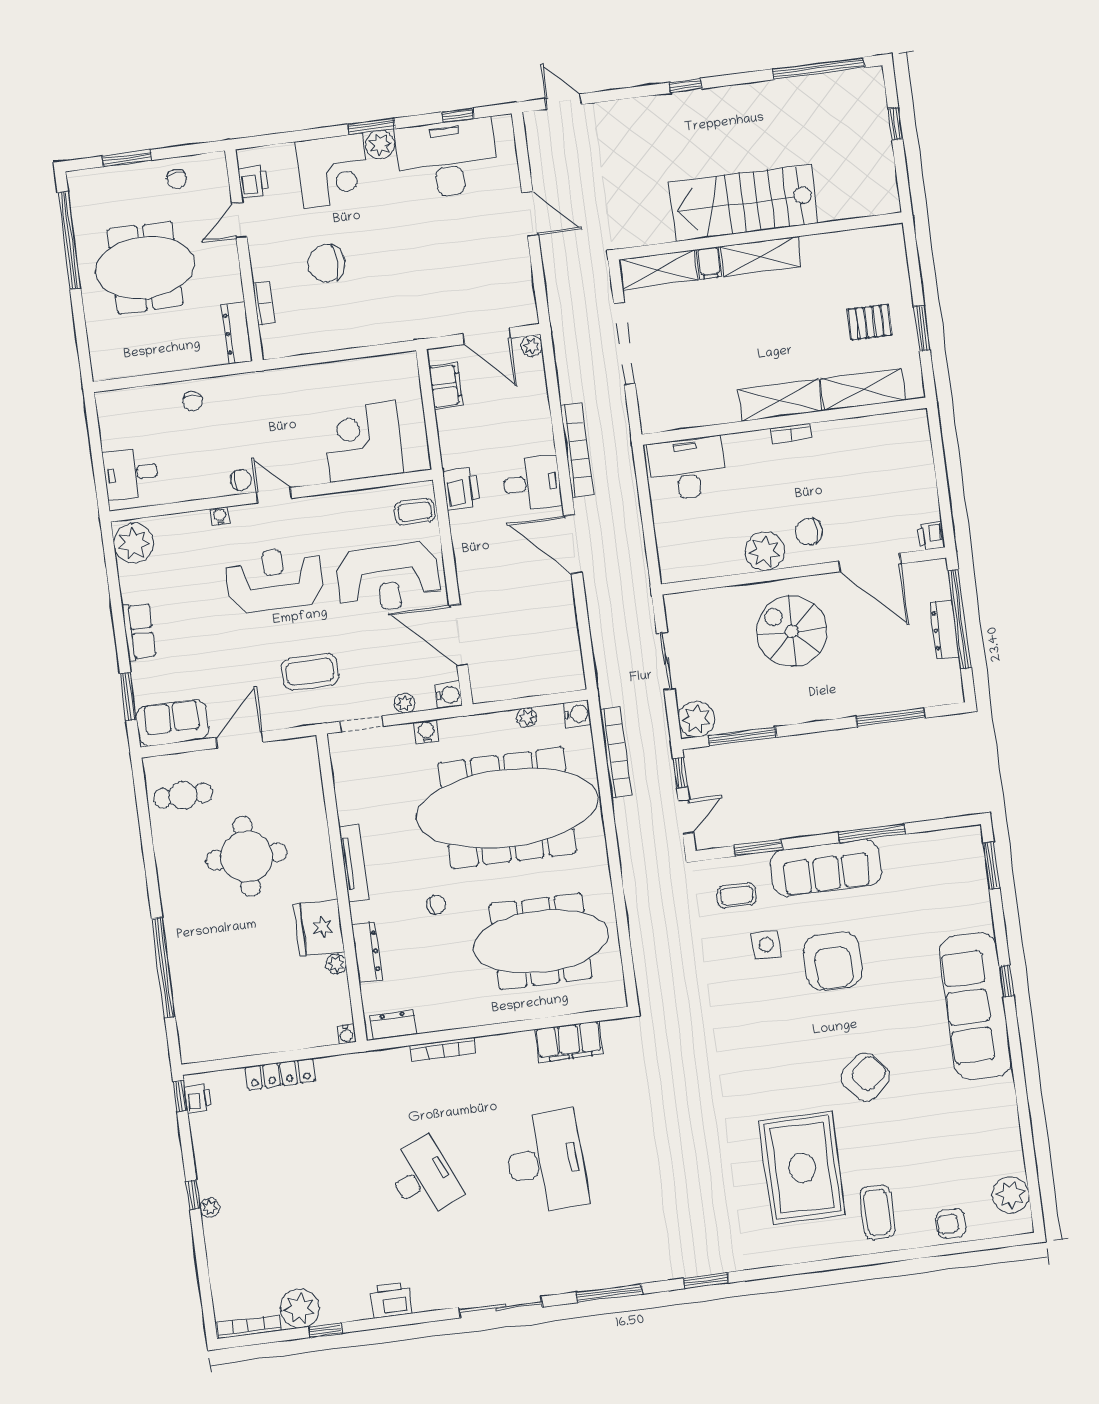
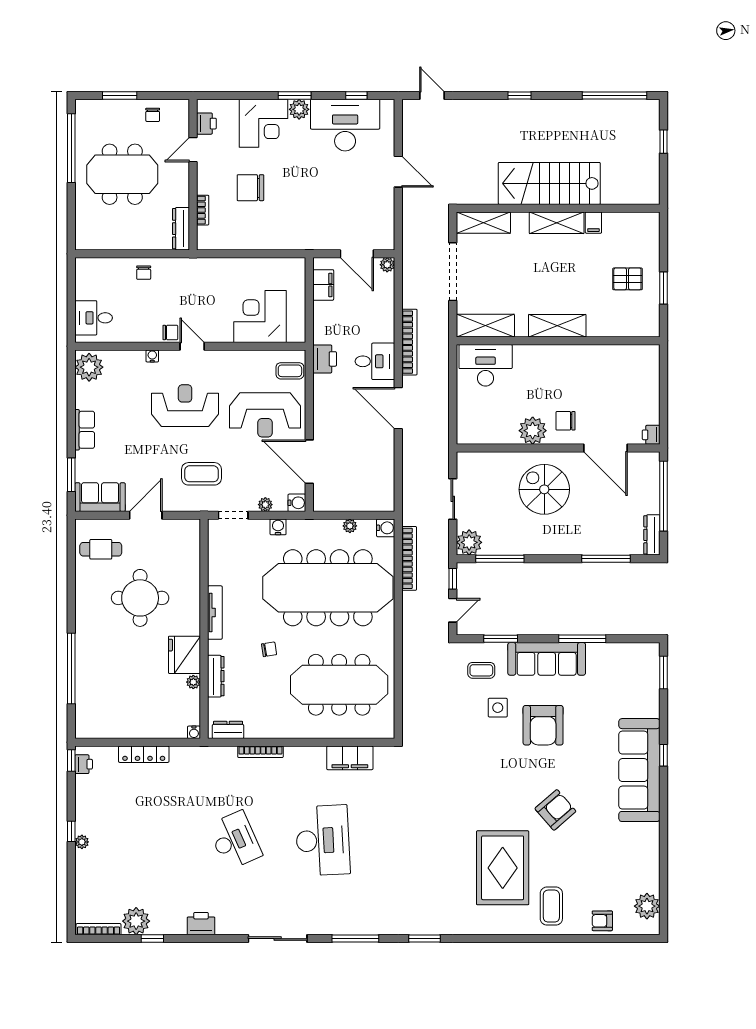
filing cabinet: (709, 263) -> (593, 223), moved
shelving: (863, 389) -> (485, 326), moved
bookcase: (791, 433) -> (562, 350), removed
dresser: (944, 630) -> (652, 535), moved

